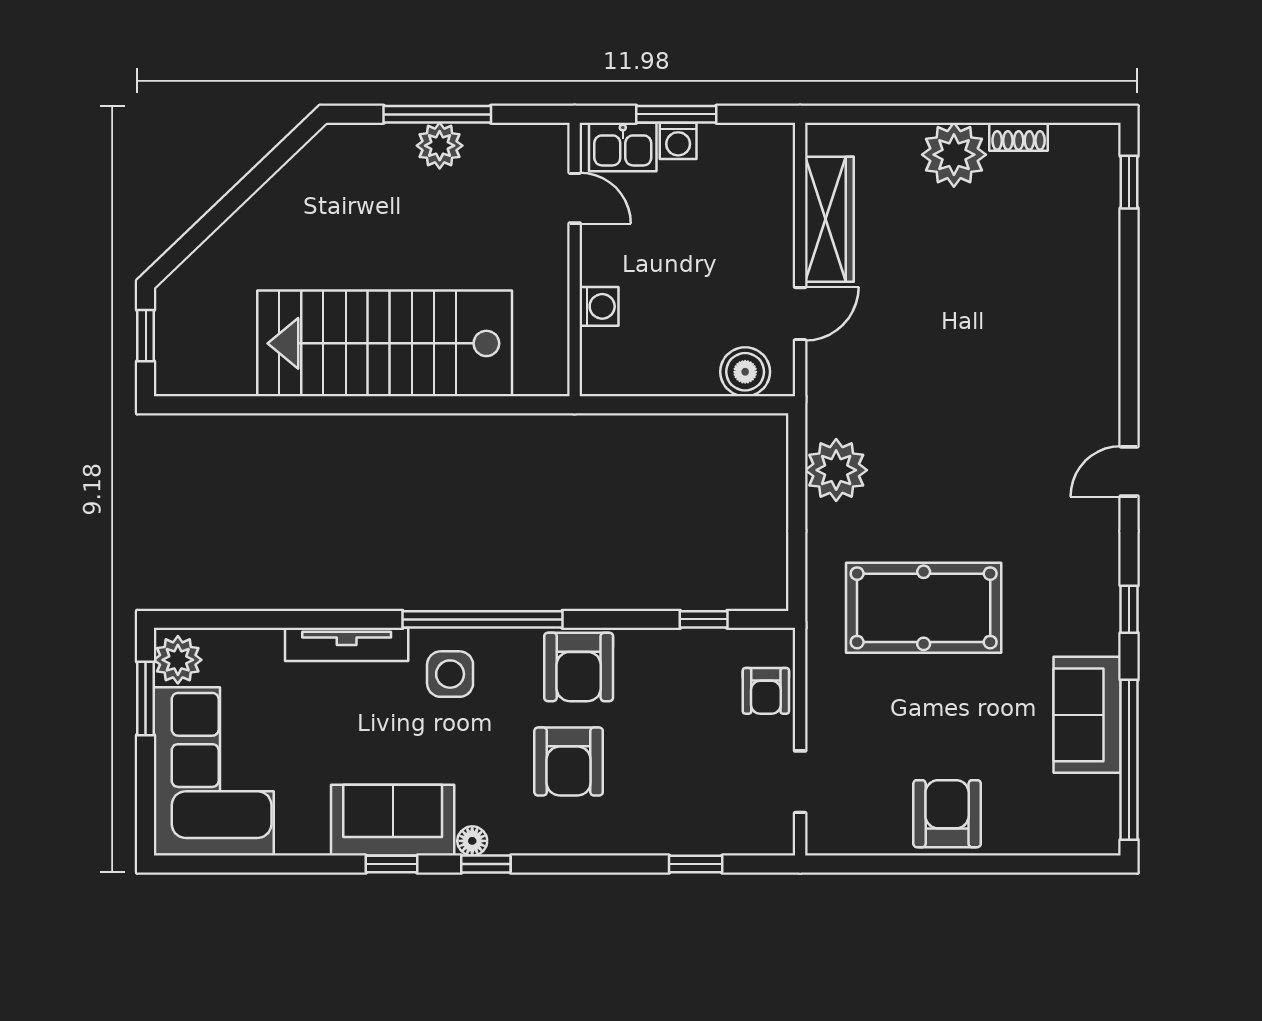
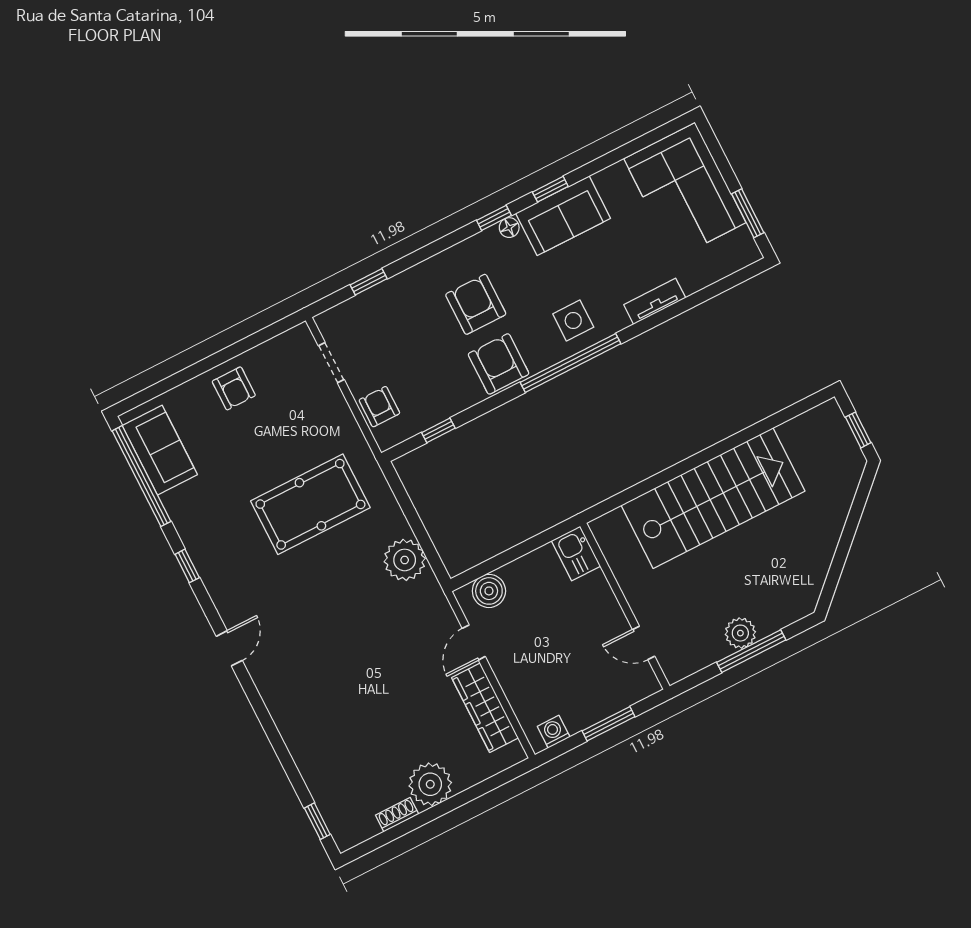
washing machine: (678, 141) -> (554, 732), moved
kitchen sink: (623, 147) -> (576, 553), moved, turned -90
washing machine: (599, 306) -> (596, 586), removed
tv unit: (347, 644) -> (655, 301), width x0.71
plant: (178, 660) -> (740, 246), removed
sofa: (1087, 715) -> (160, 450), moved
armchair: (947, 814) -> (234, 388), width x0.72, depth x0.72

